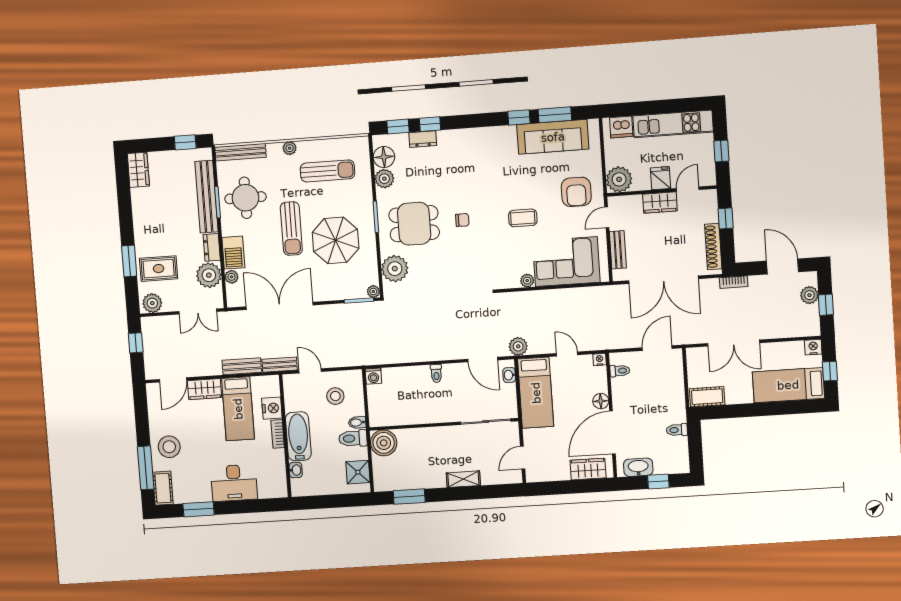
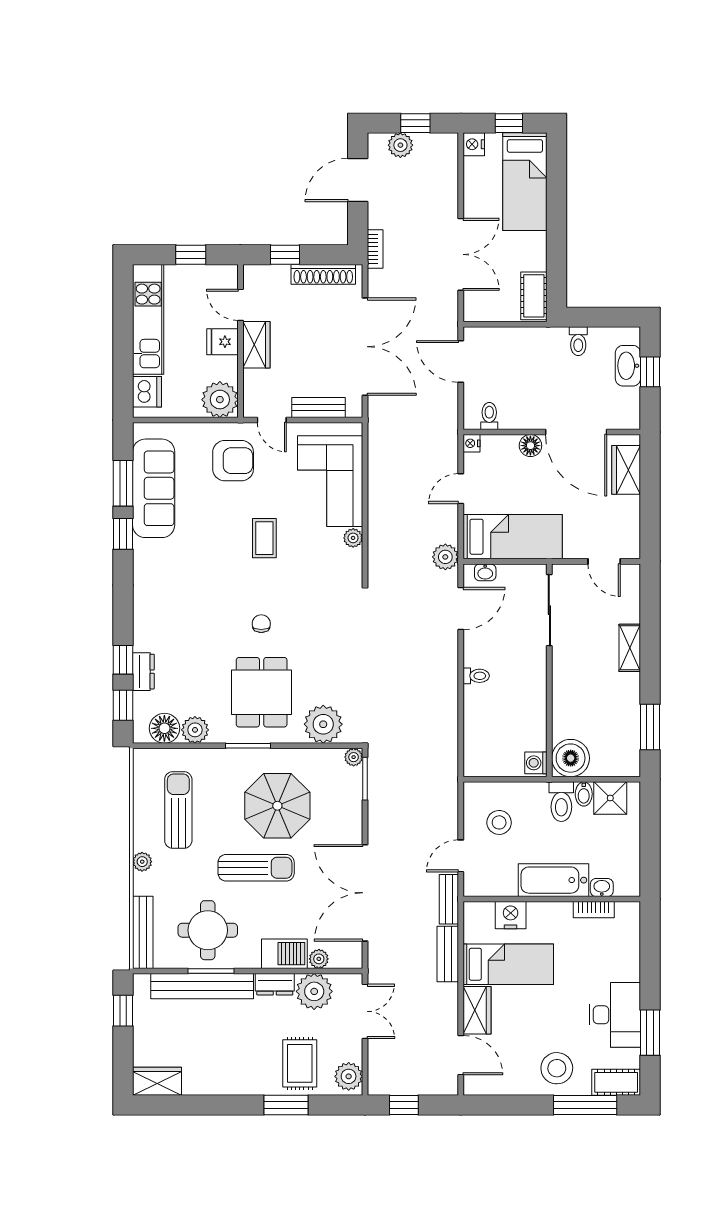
washing machine: (373, 376) -> (536, 763), moved, turned 180
bidet: (357, 422) -> (584, 794), moved
bookcase: (278, 434) -> (594, 910), moved
washbasin: (638, 467) -> (628, 366), moved
desk: (234, 483) -> (615, 1015), moved

